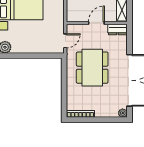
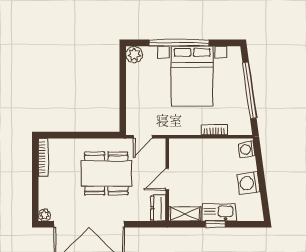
door: (96, 23) -> (167, 179), swing flipped
door: (65, 41) -> (143, 137), hinge flipped

